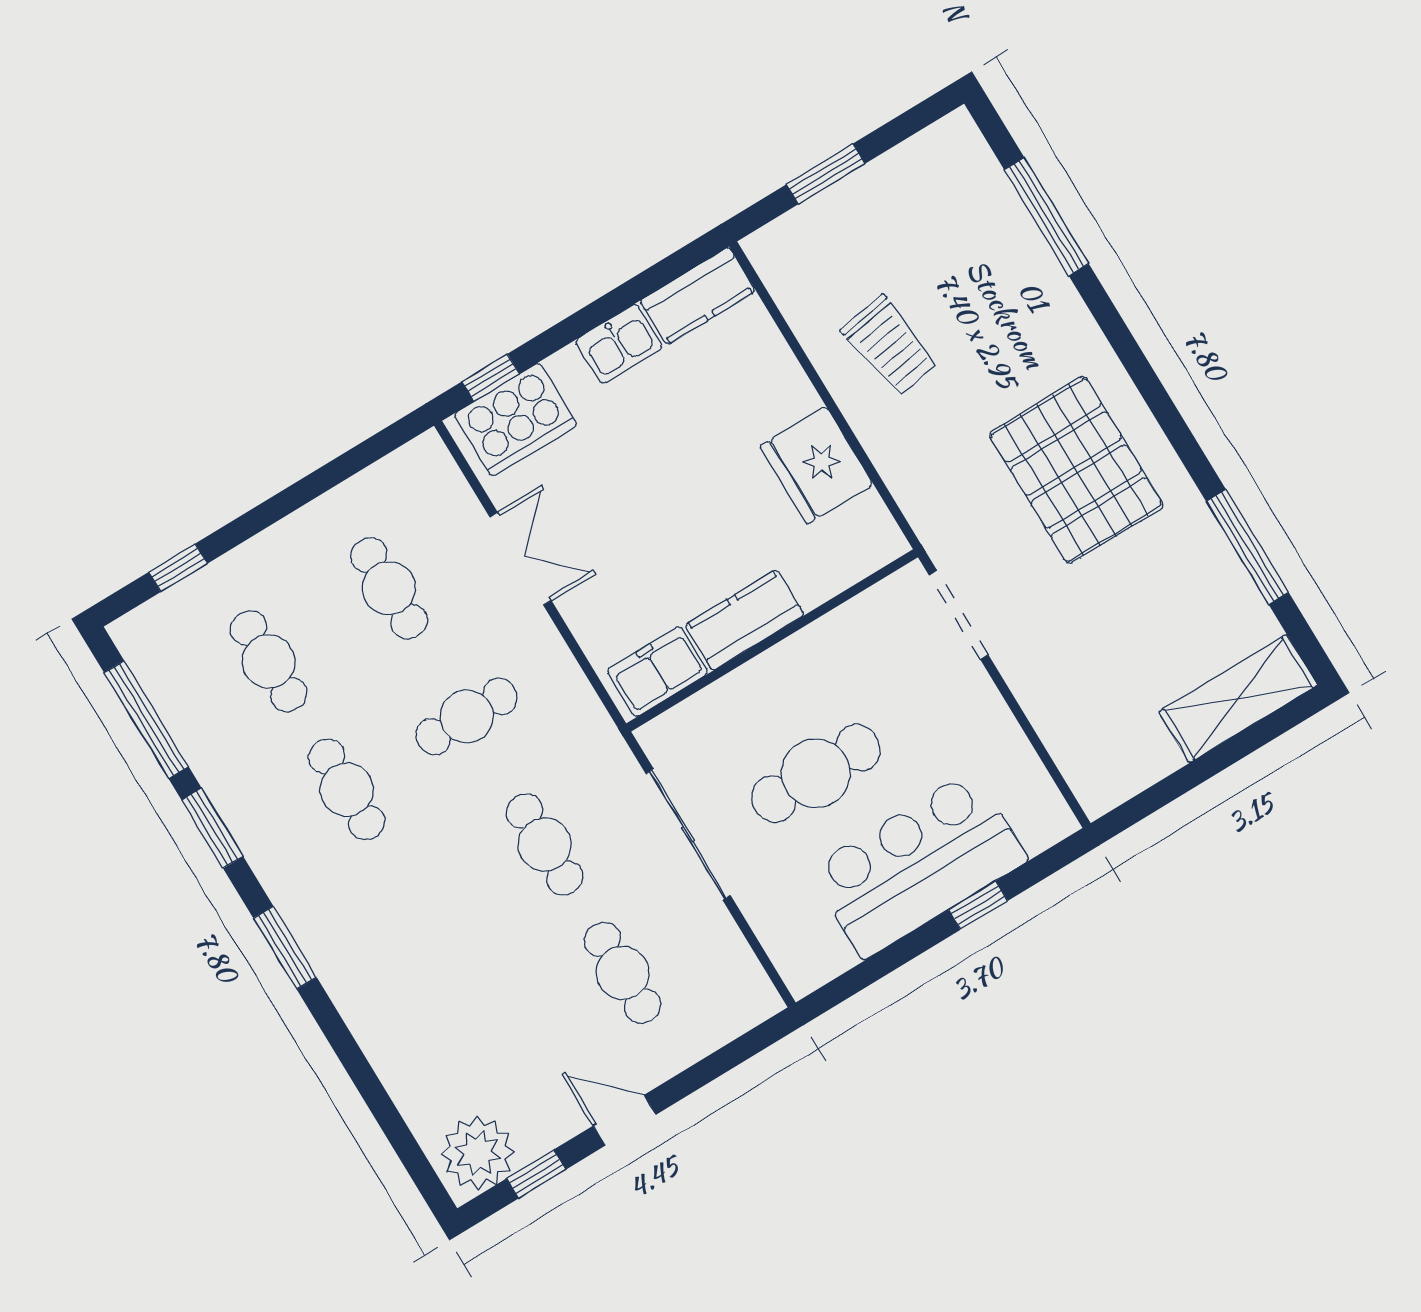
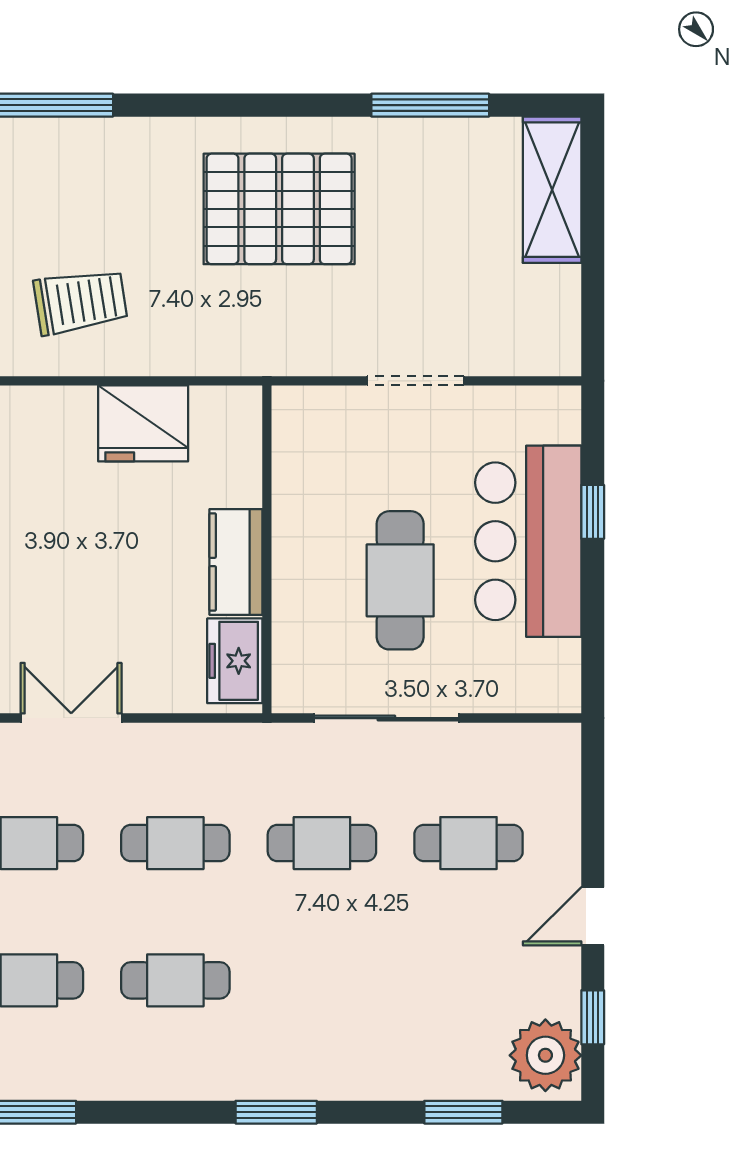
doorway: (959, 615) -> (415, 381), moved
cafe table: (467, 716) -> (175, 843), turned 90
window: (212, 828) -> (463, 1112), moved

